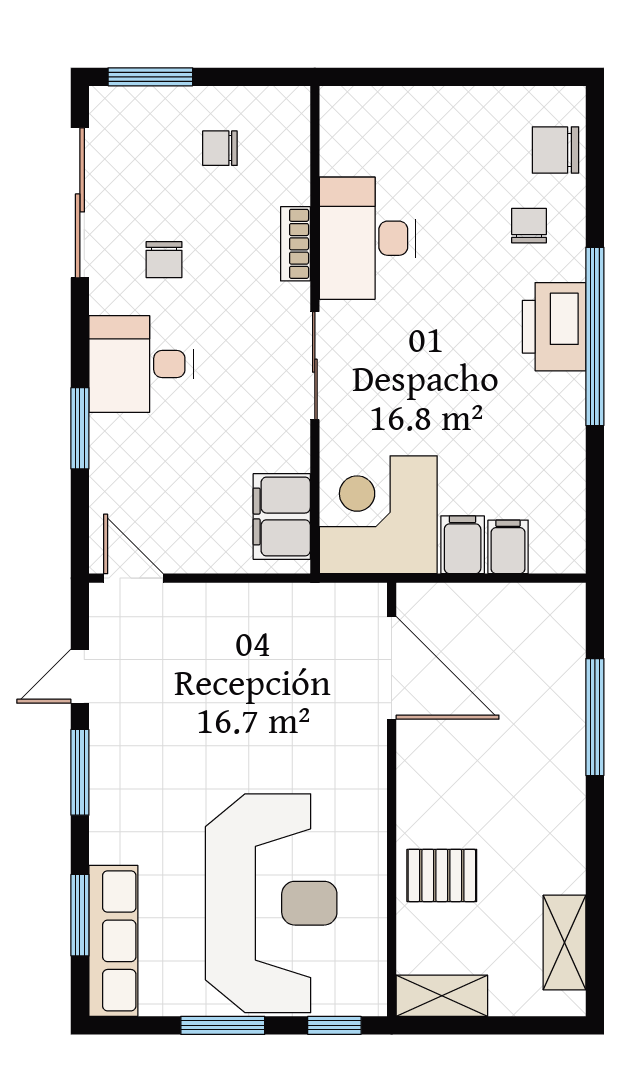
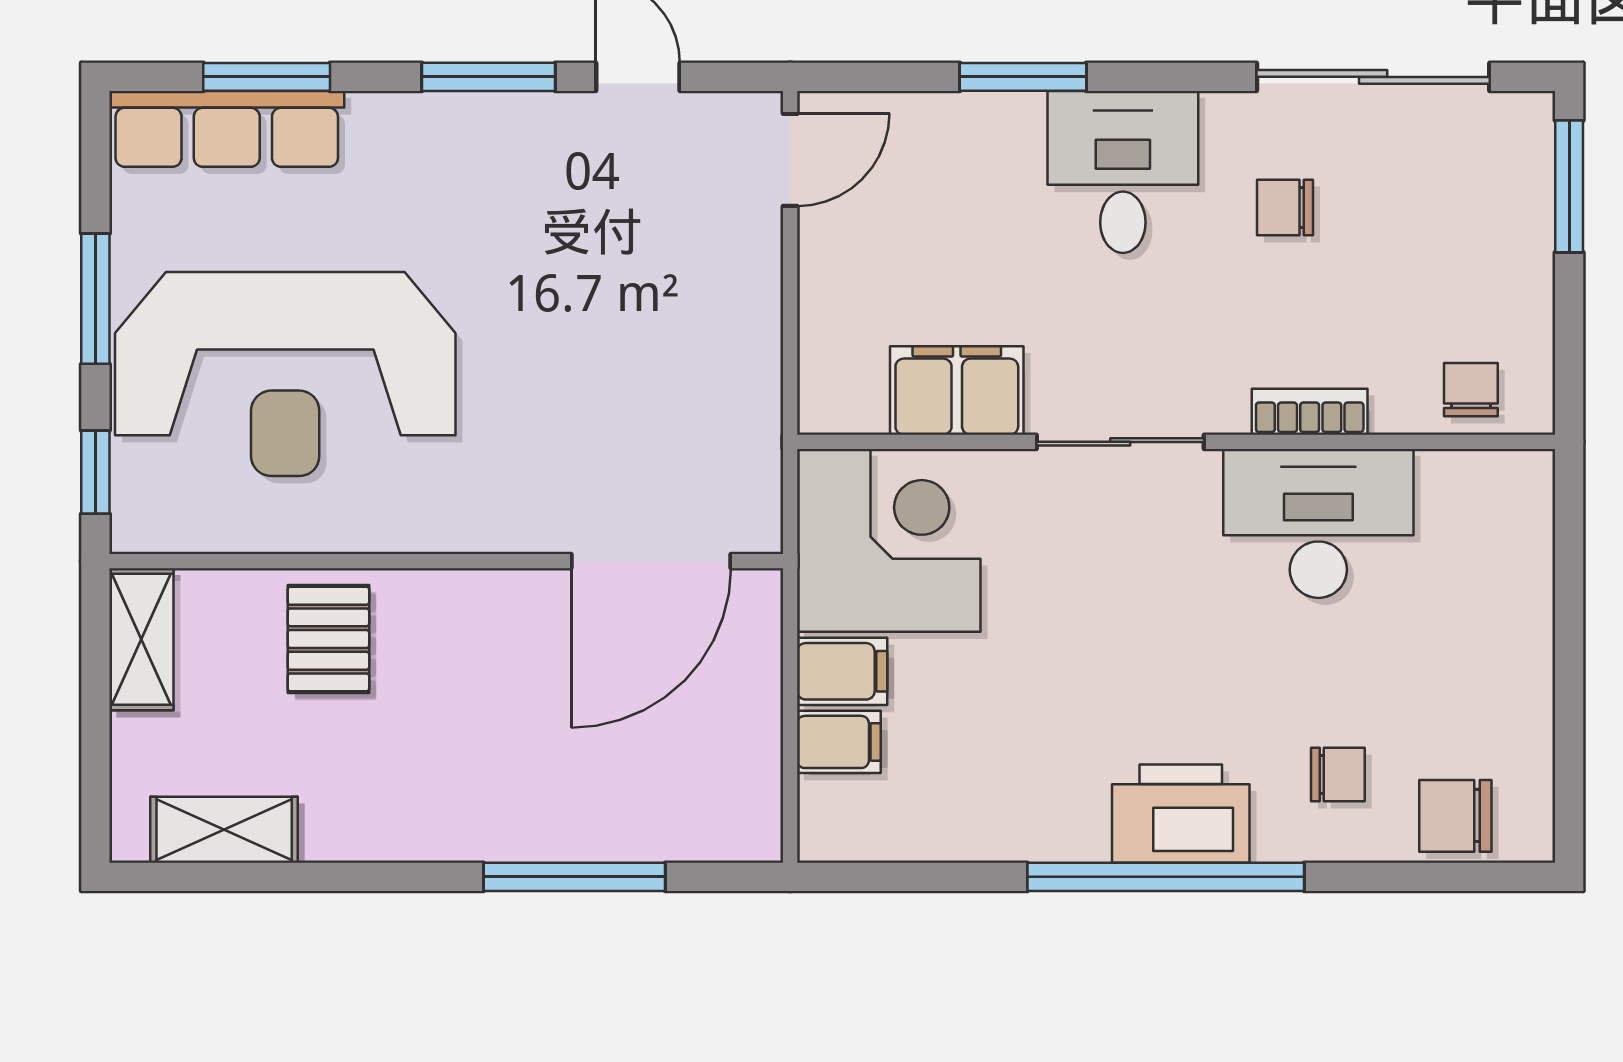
chair: (220, 148) -> (1471, 390), moved
chair: (556, 150) -> (1455, 816), turned -90
filing cabinet: (282, 516) -> (957, 390), moved

